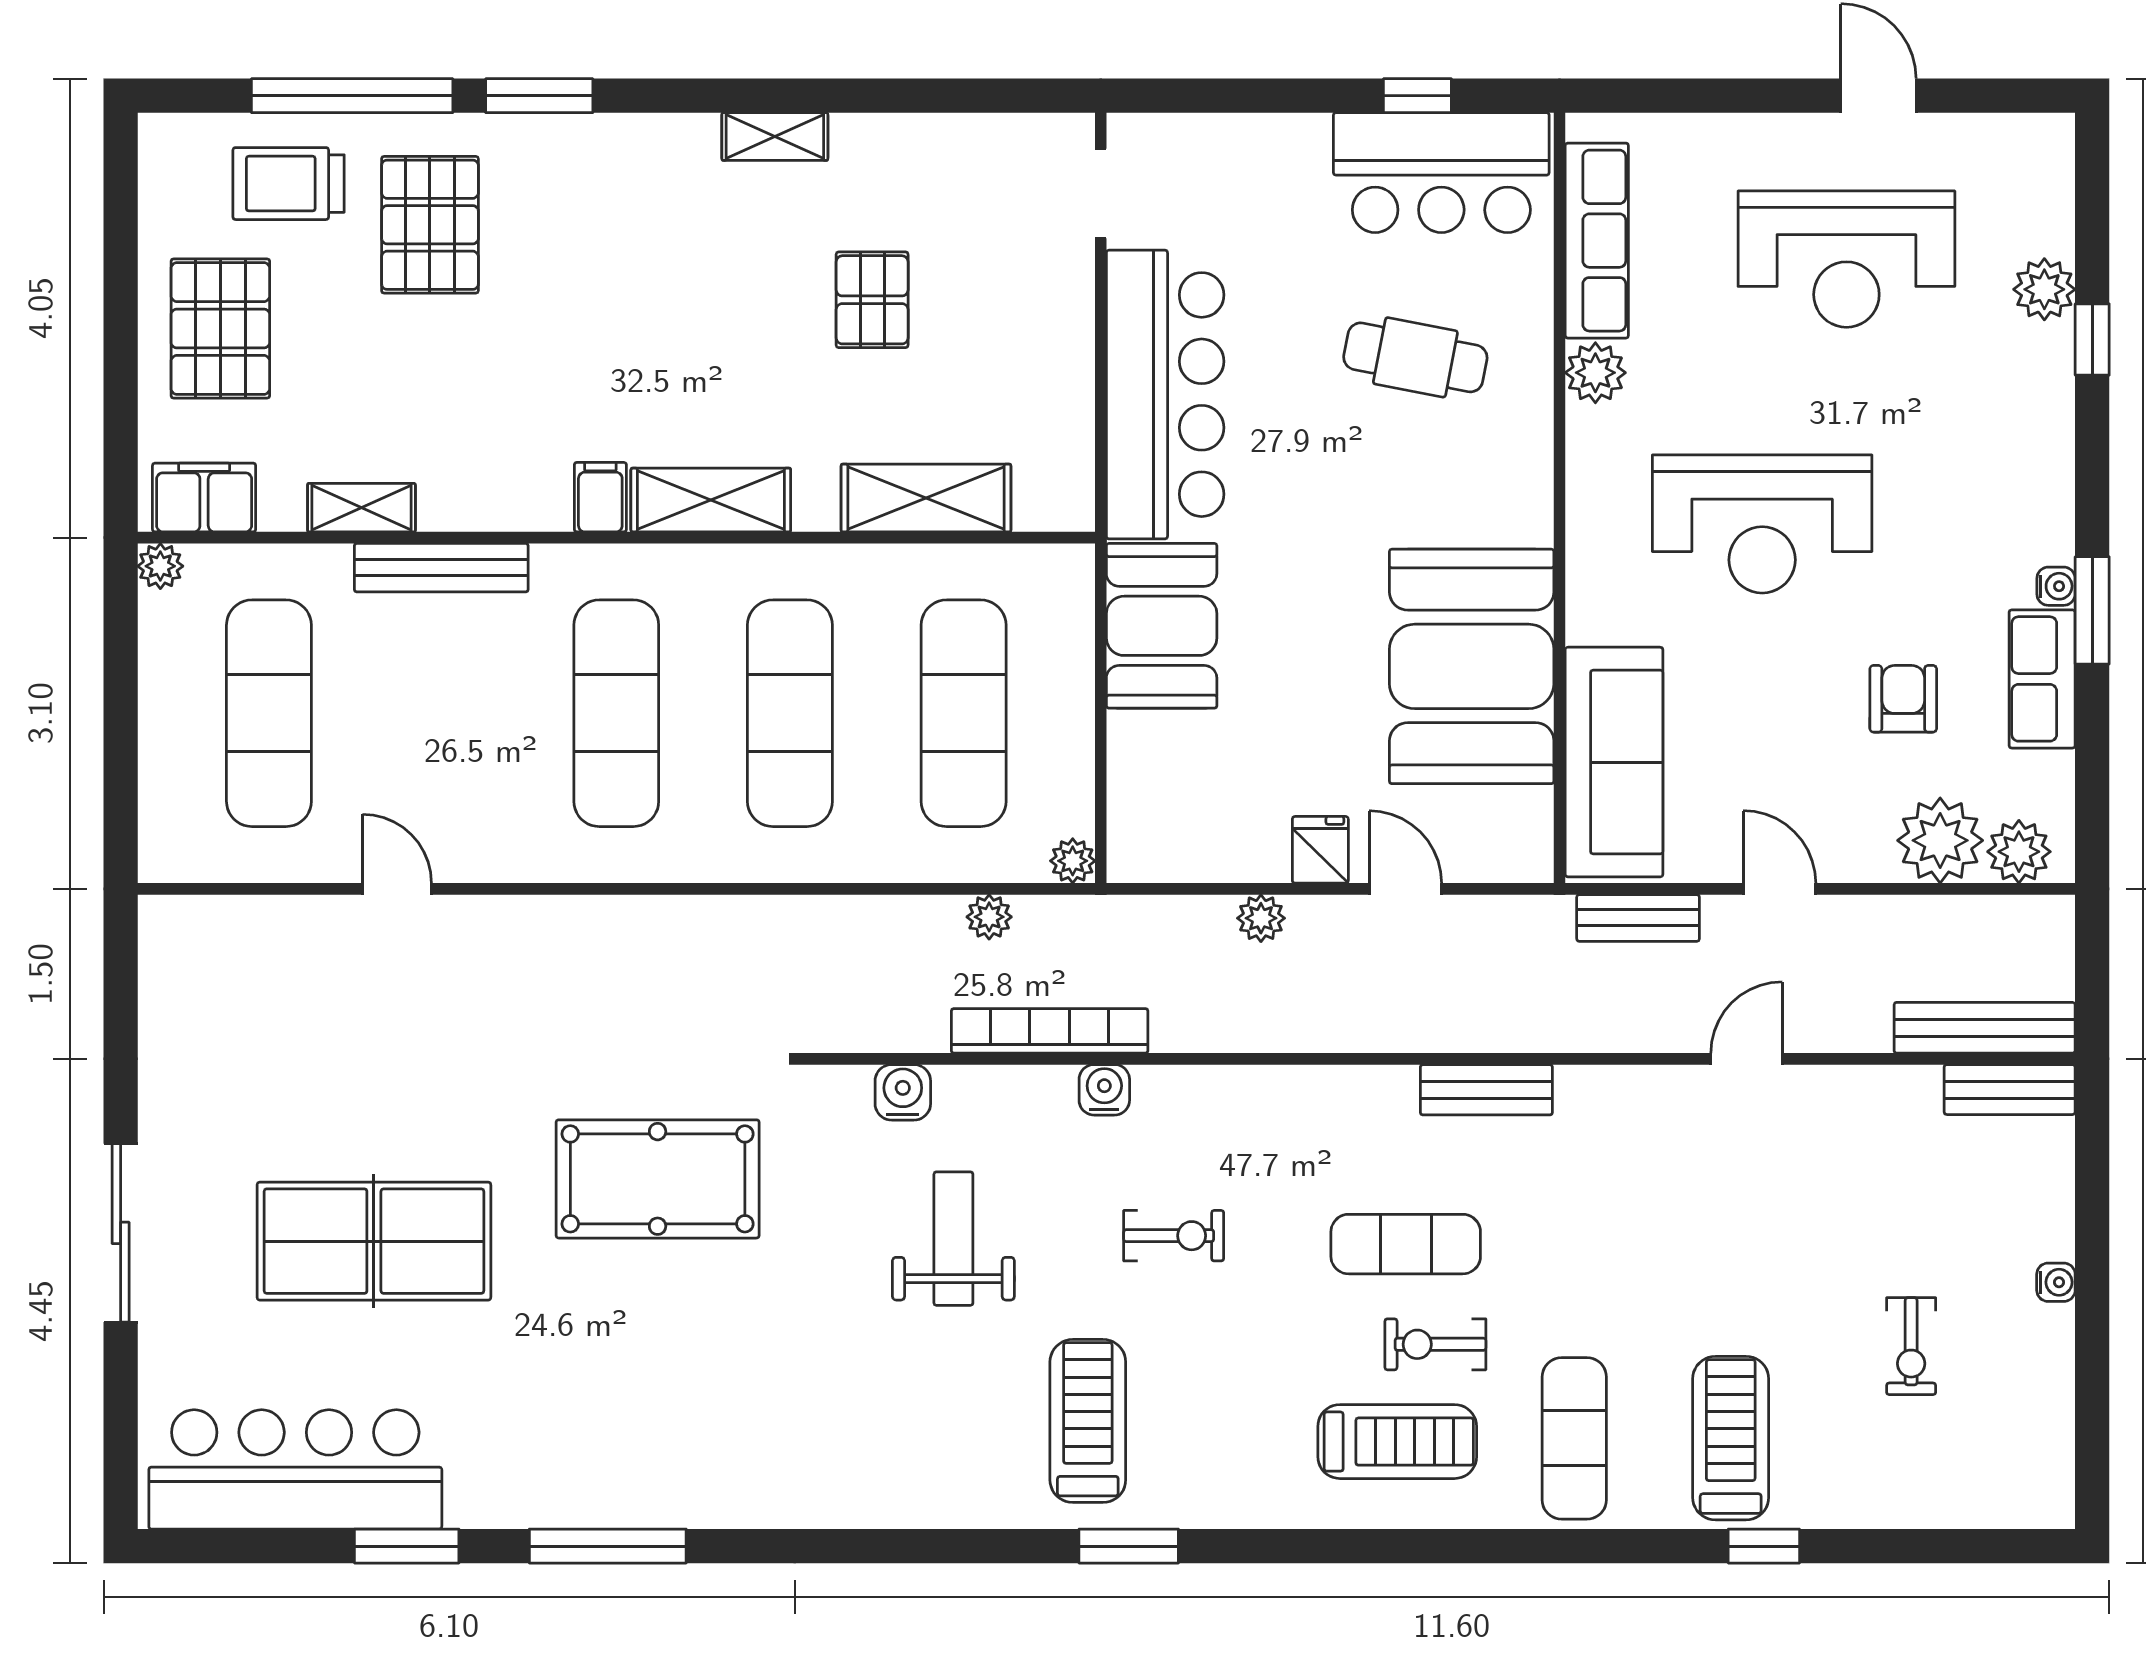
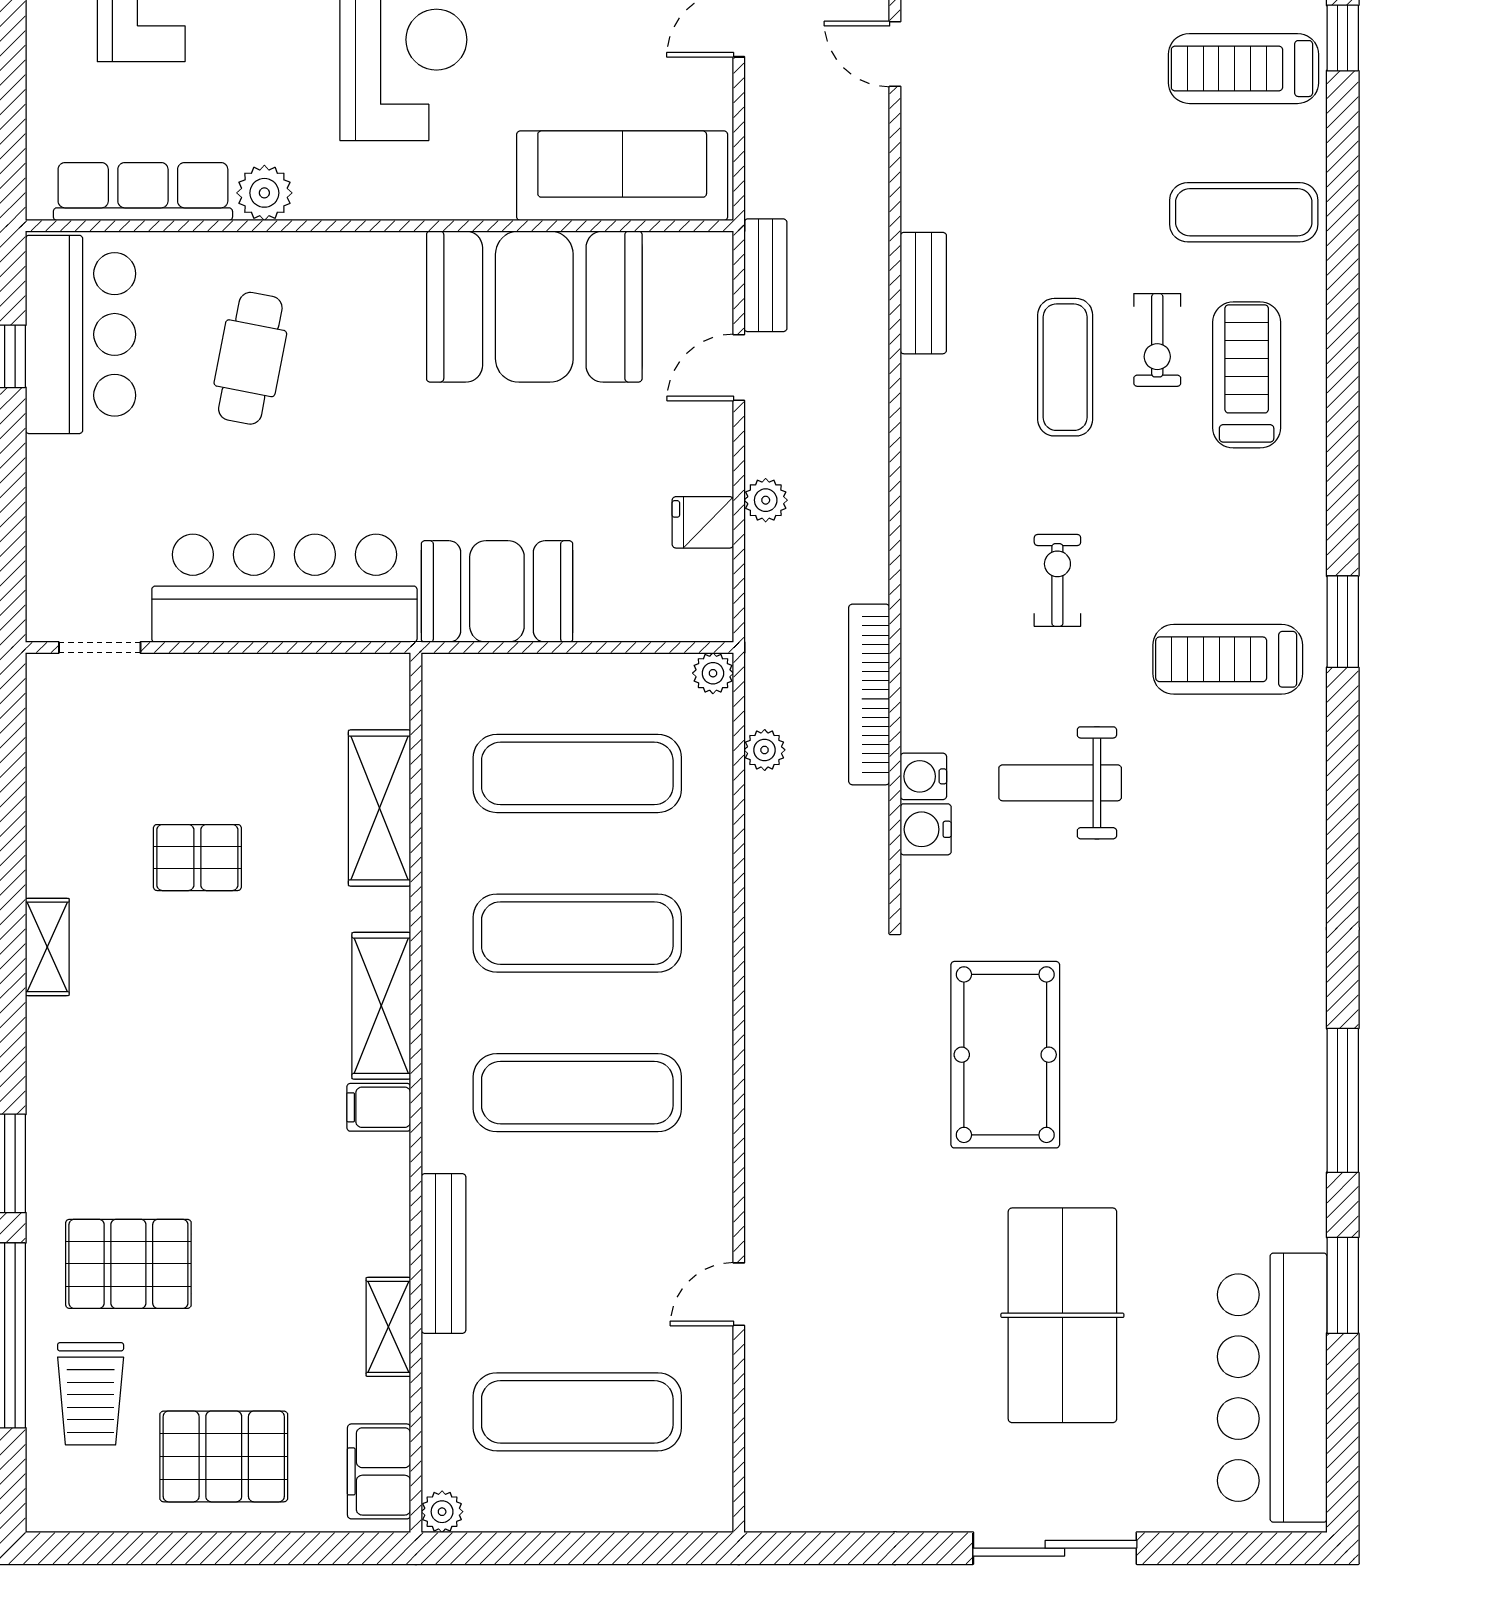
fridge: (1320, 850) -> (703, 522), moved
bench: (1638, 918) -> (765, 275), moved
water cooler: (1104, 1090) -> (923, 776), moved

